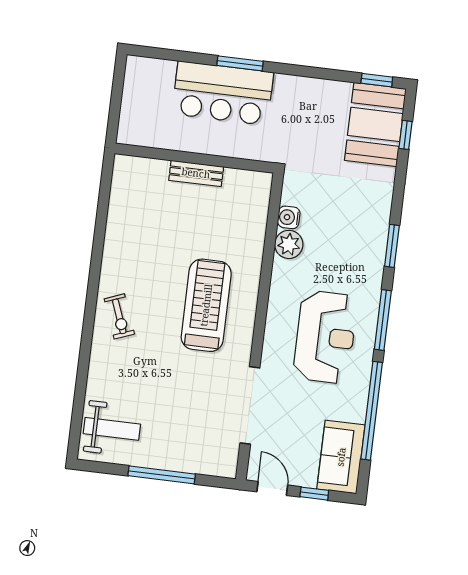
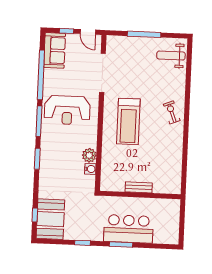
window: (377, 80) -> (82, 243), moved
reception desk: (325, 337) -> (67, 110), turned -90

